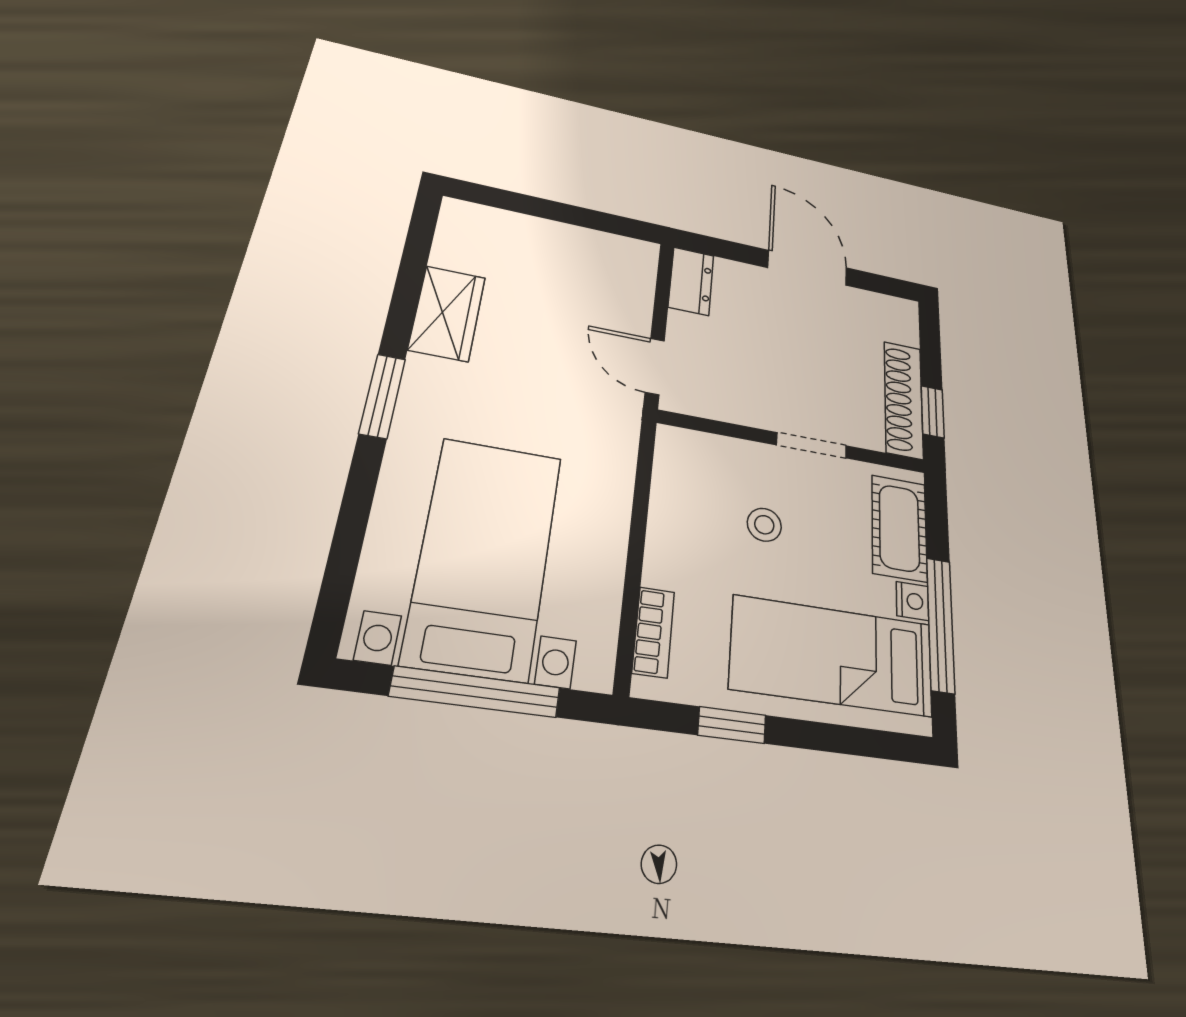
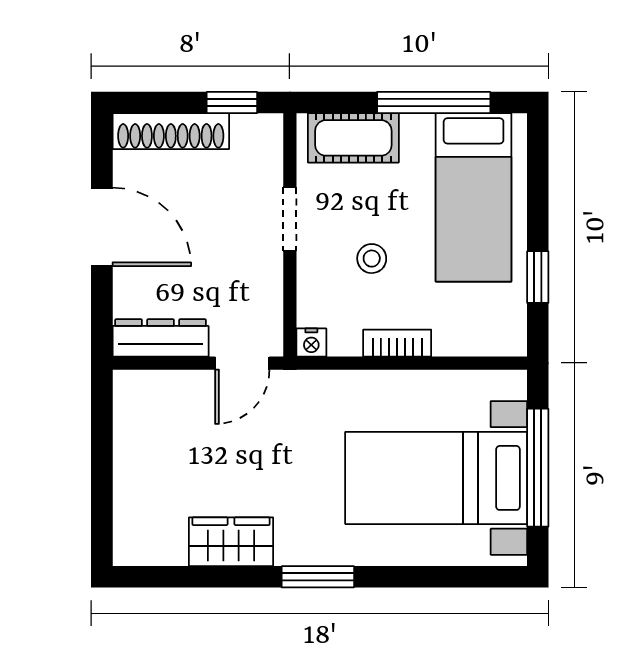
door: (808, 268) -> (102, 227), swing flipped
dresser: (691, 281) -> (161, 338), width x1.44
shoe rack: (904, 400) -> (171, 131), moved
nightstand: (912, 601) -> (311, 343), moved, turned 180
bookcase: (653, 632) -> (397, 343), moved

